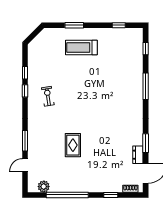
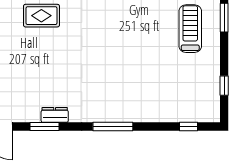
window: (146, 86) -> (113, 127), moved
dresser: (138, 155) -> (55, 115), moved

